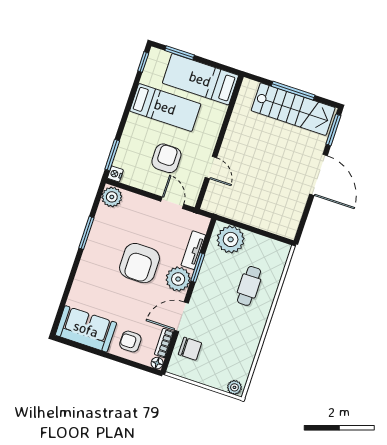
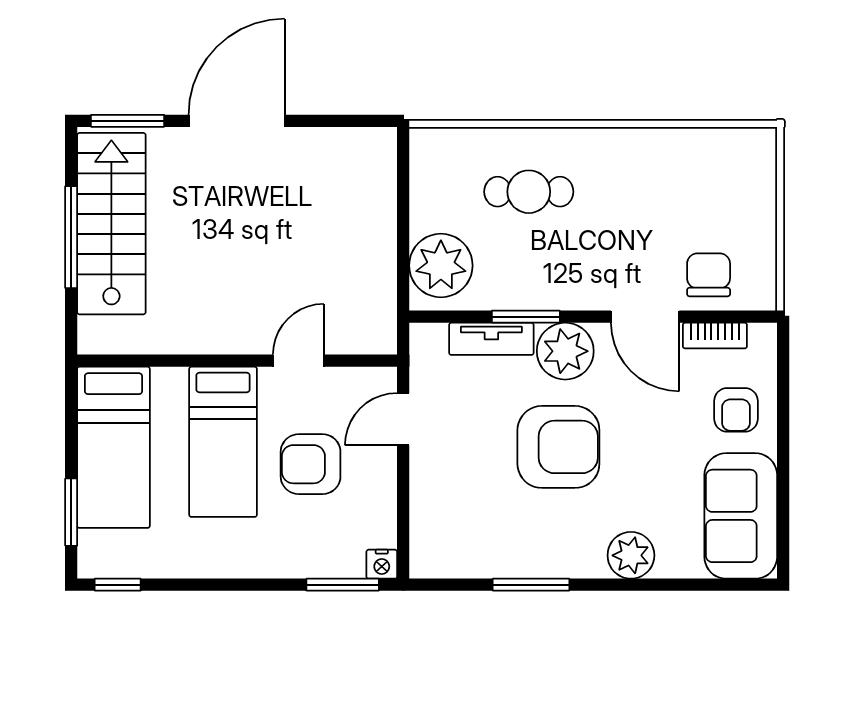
bed: (165, 107) -> (223, 442), moved, turned 180
plant: (112, 197) -> (631, 555), moved
floor lamp: (157, 363) -> (764, 336), removed
plant: (234, 387) -> (760, 150), removed

